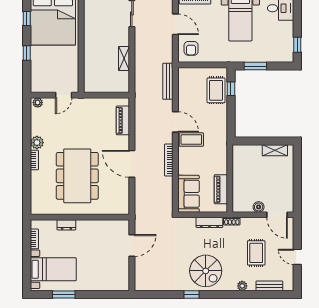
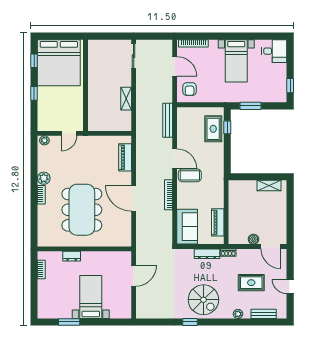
rug: (256, 253) -> (251, 283), turned 90
bed with nightstands: (53, 269) -> (91, 297), moved, turned -90

